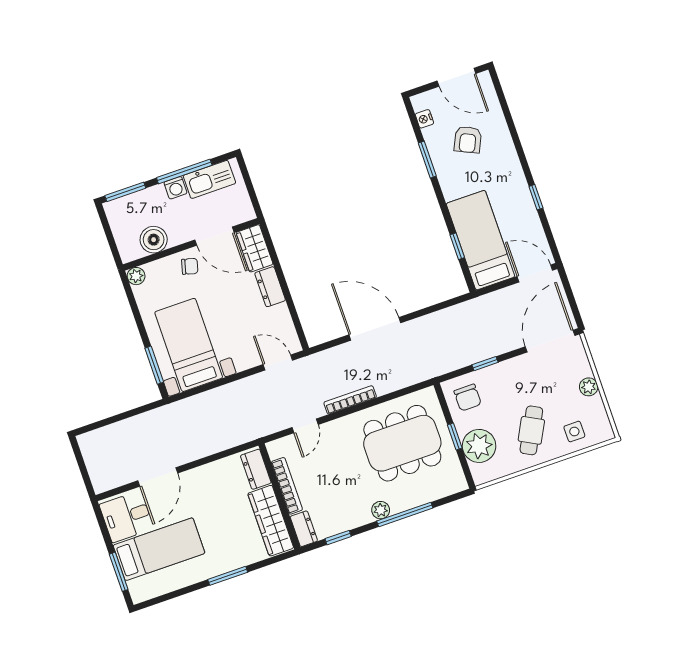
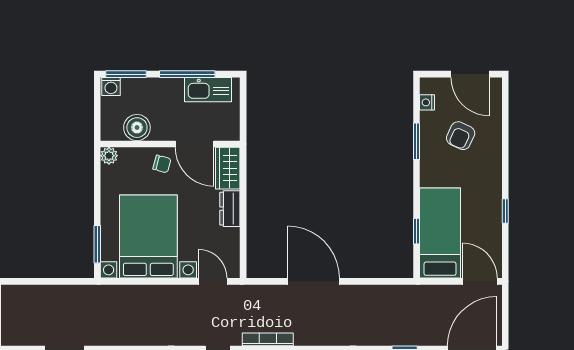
washing machine: (175, 188) -> (111, 86), moved
bed with nightstands: (189, 345) -> (148, 237), width x1.36

